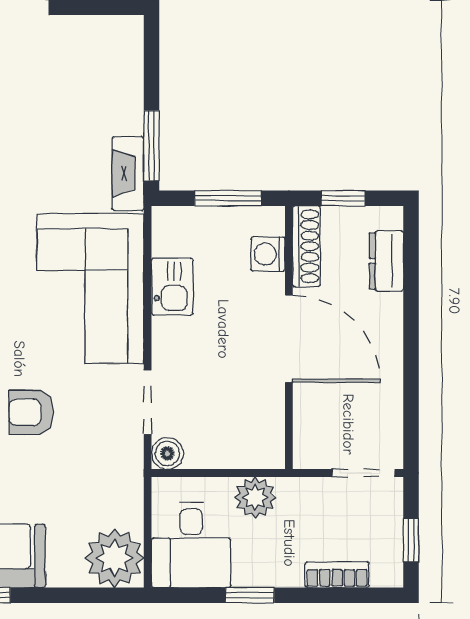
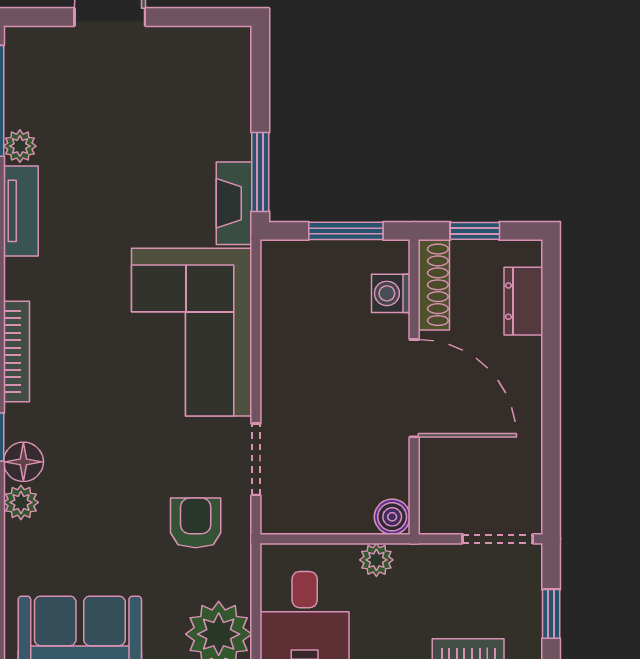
kitchen sink: (172, 287) -> (283, 330), removed
armchair: (31, 412) -> (196, 523), moved, turned 90
boiler: (167, 453) -> (392, 517), moved
plant: (255, 497) -> (376, 560), width x0.73, depth x0.73

